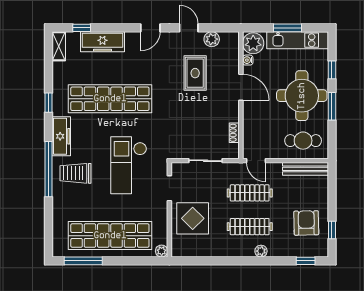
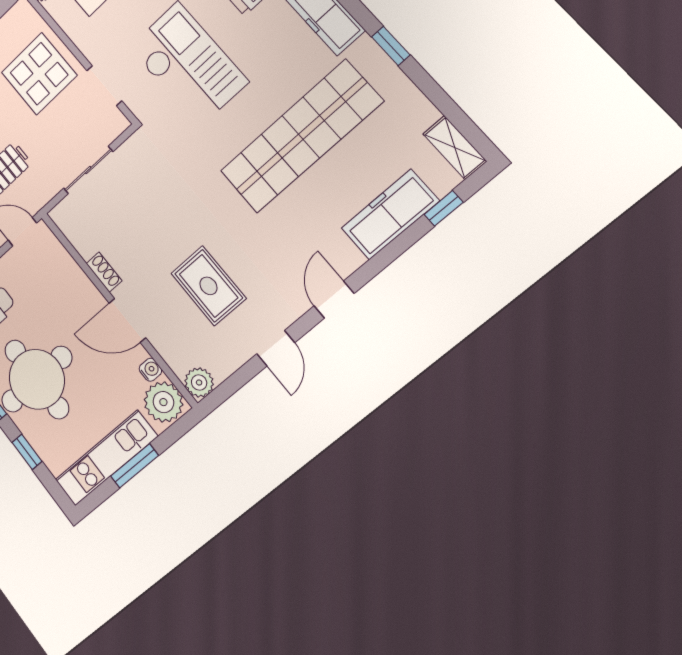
door: (189, 28) -> (276, 348), hinge flipped
plant: (212, 39) -> (199, 382), moved
shoe rack: (234, 133) -> (104, 272), moved

